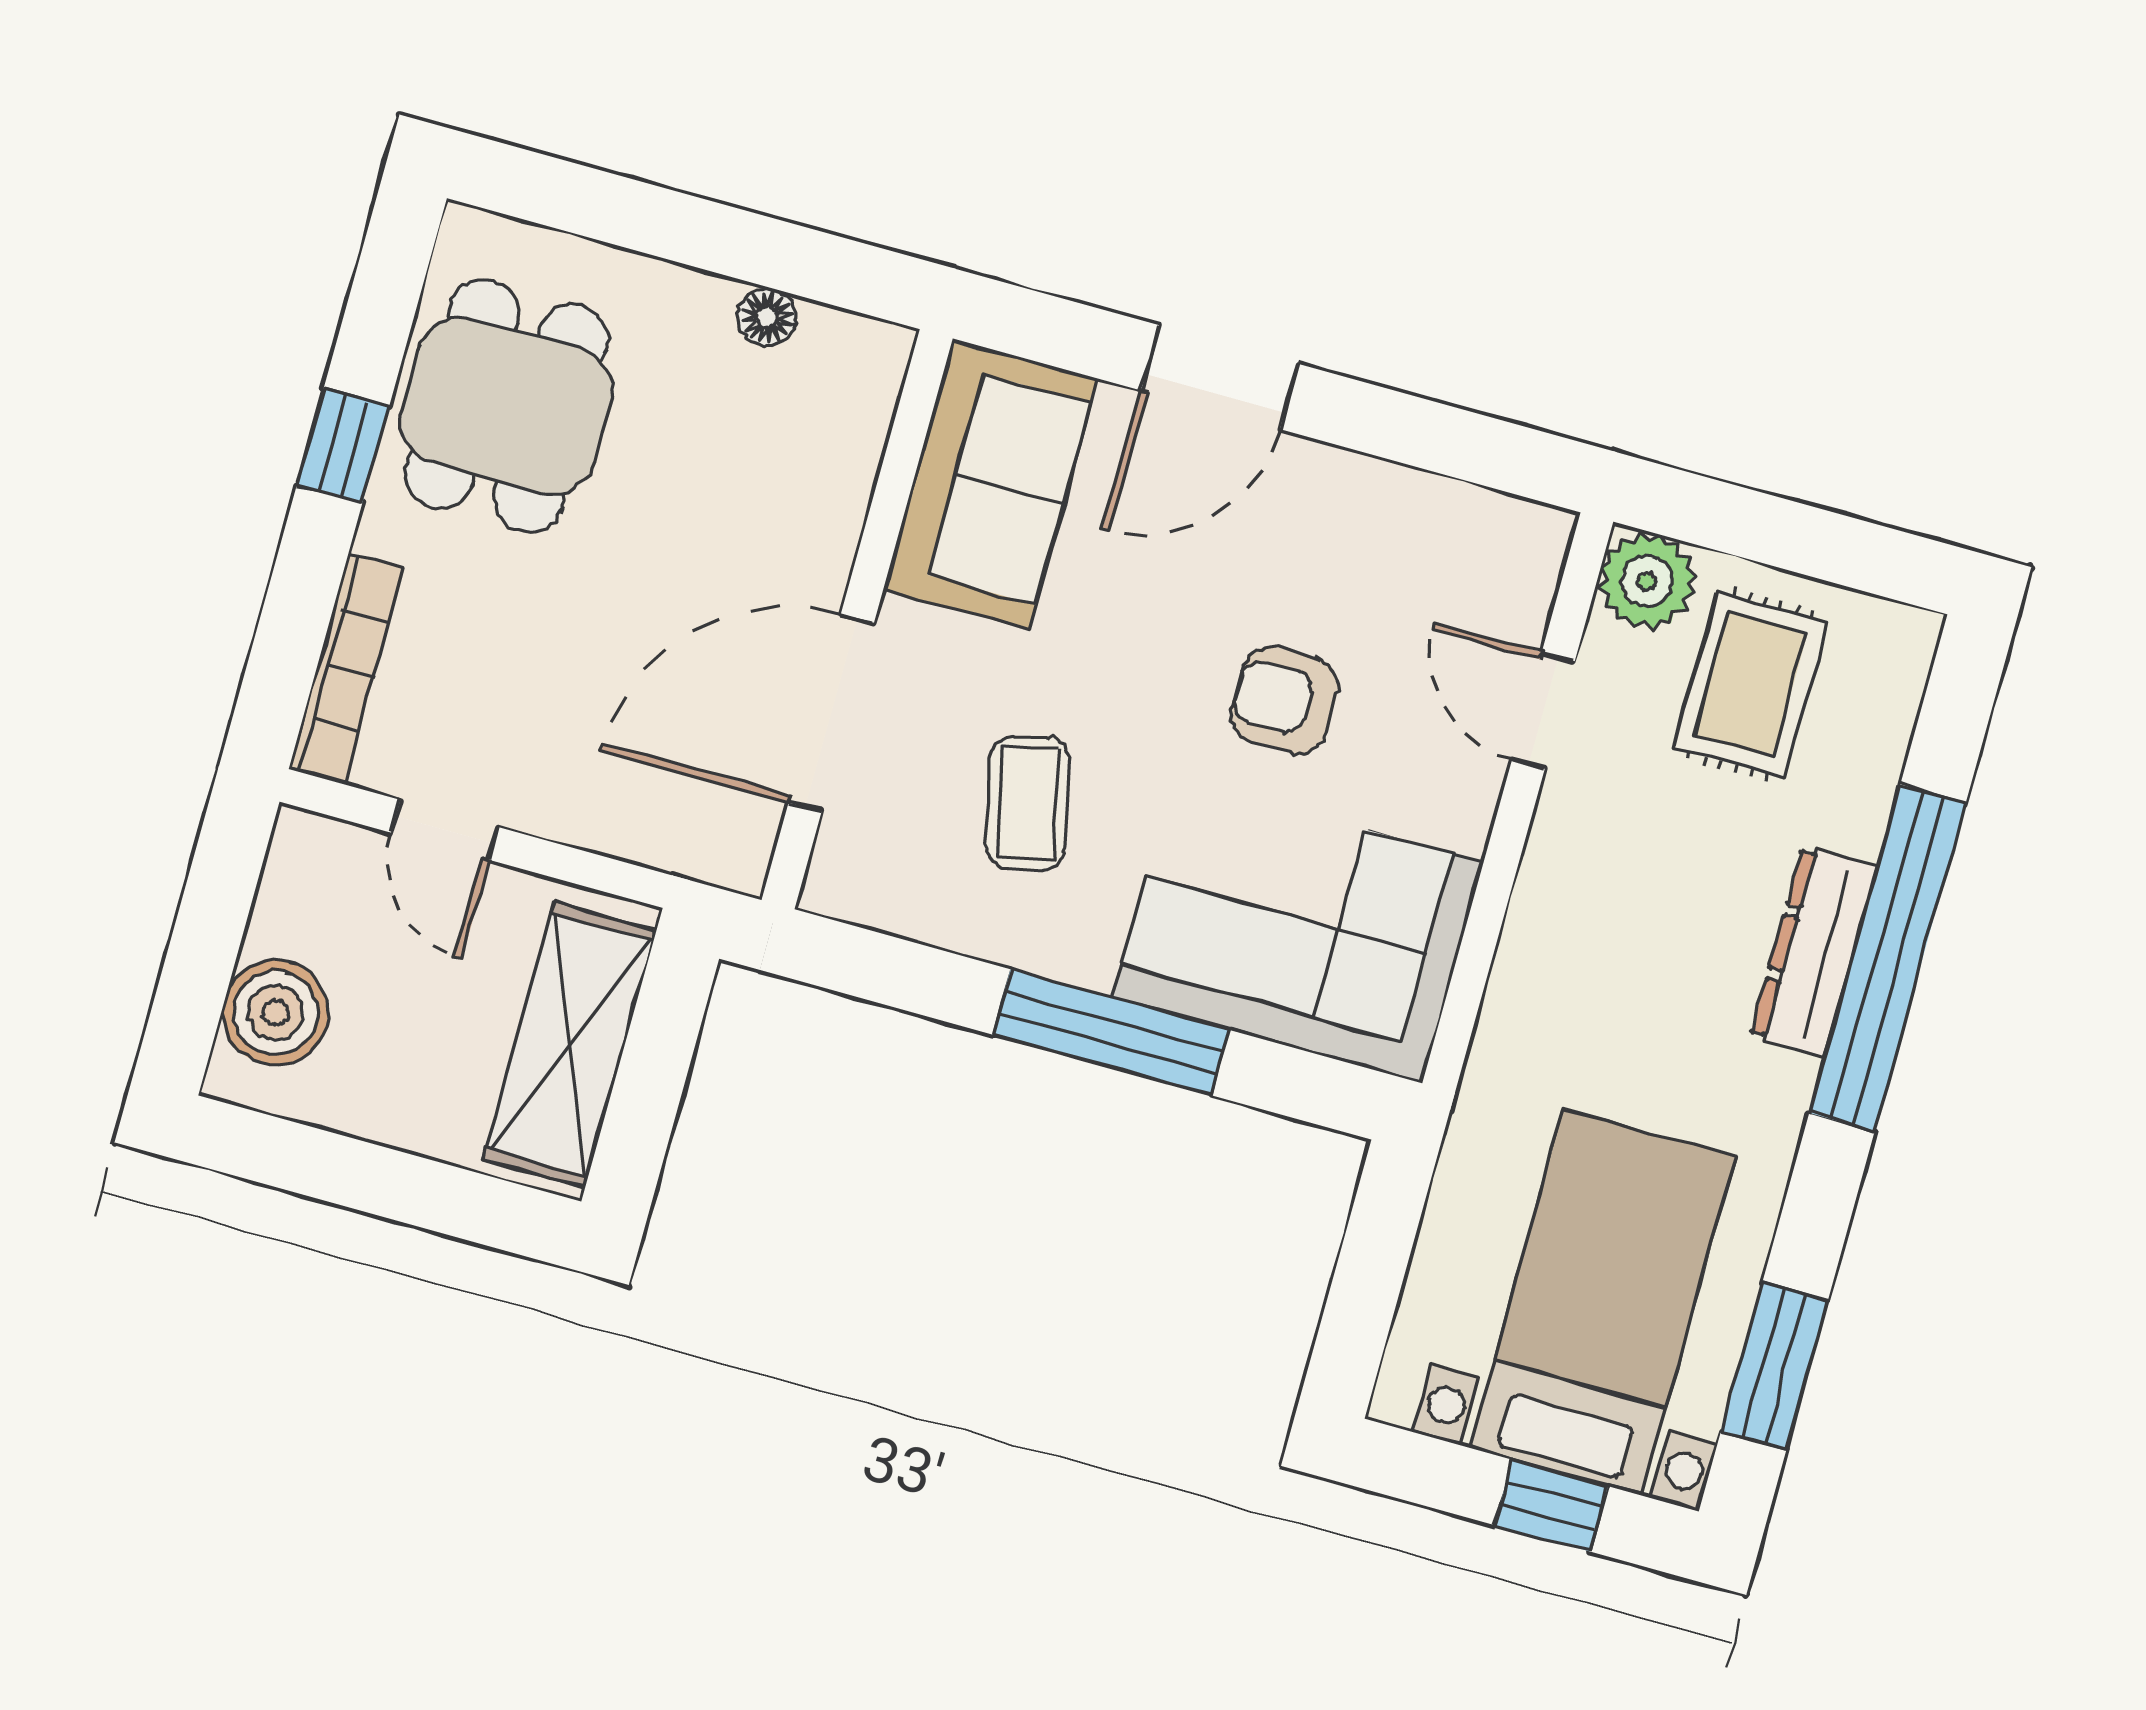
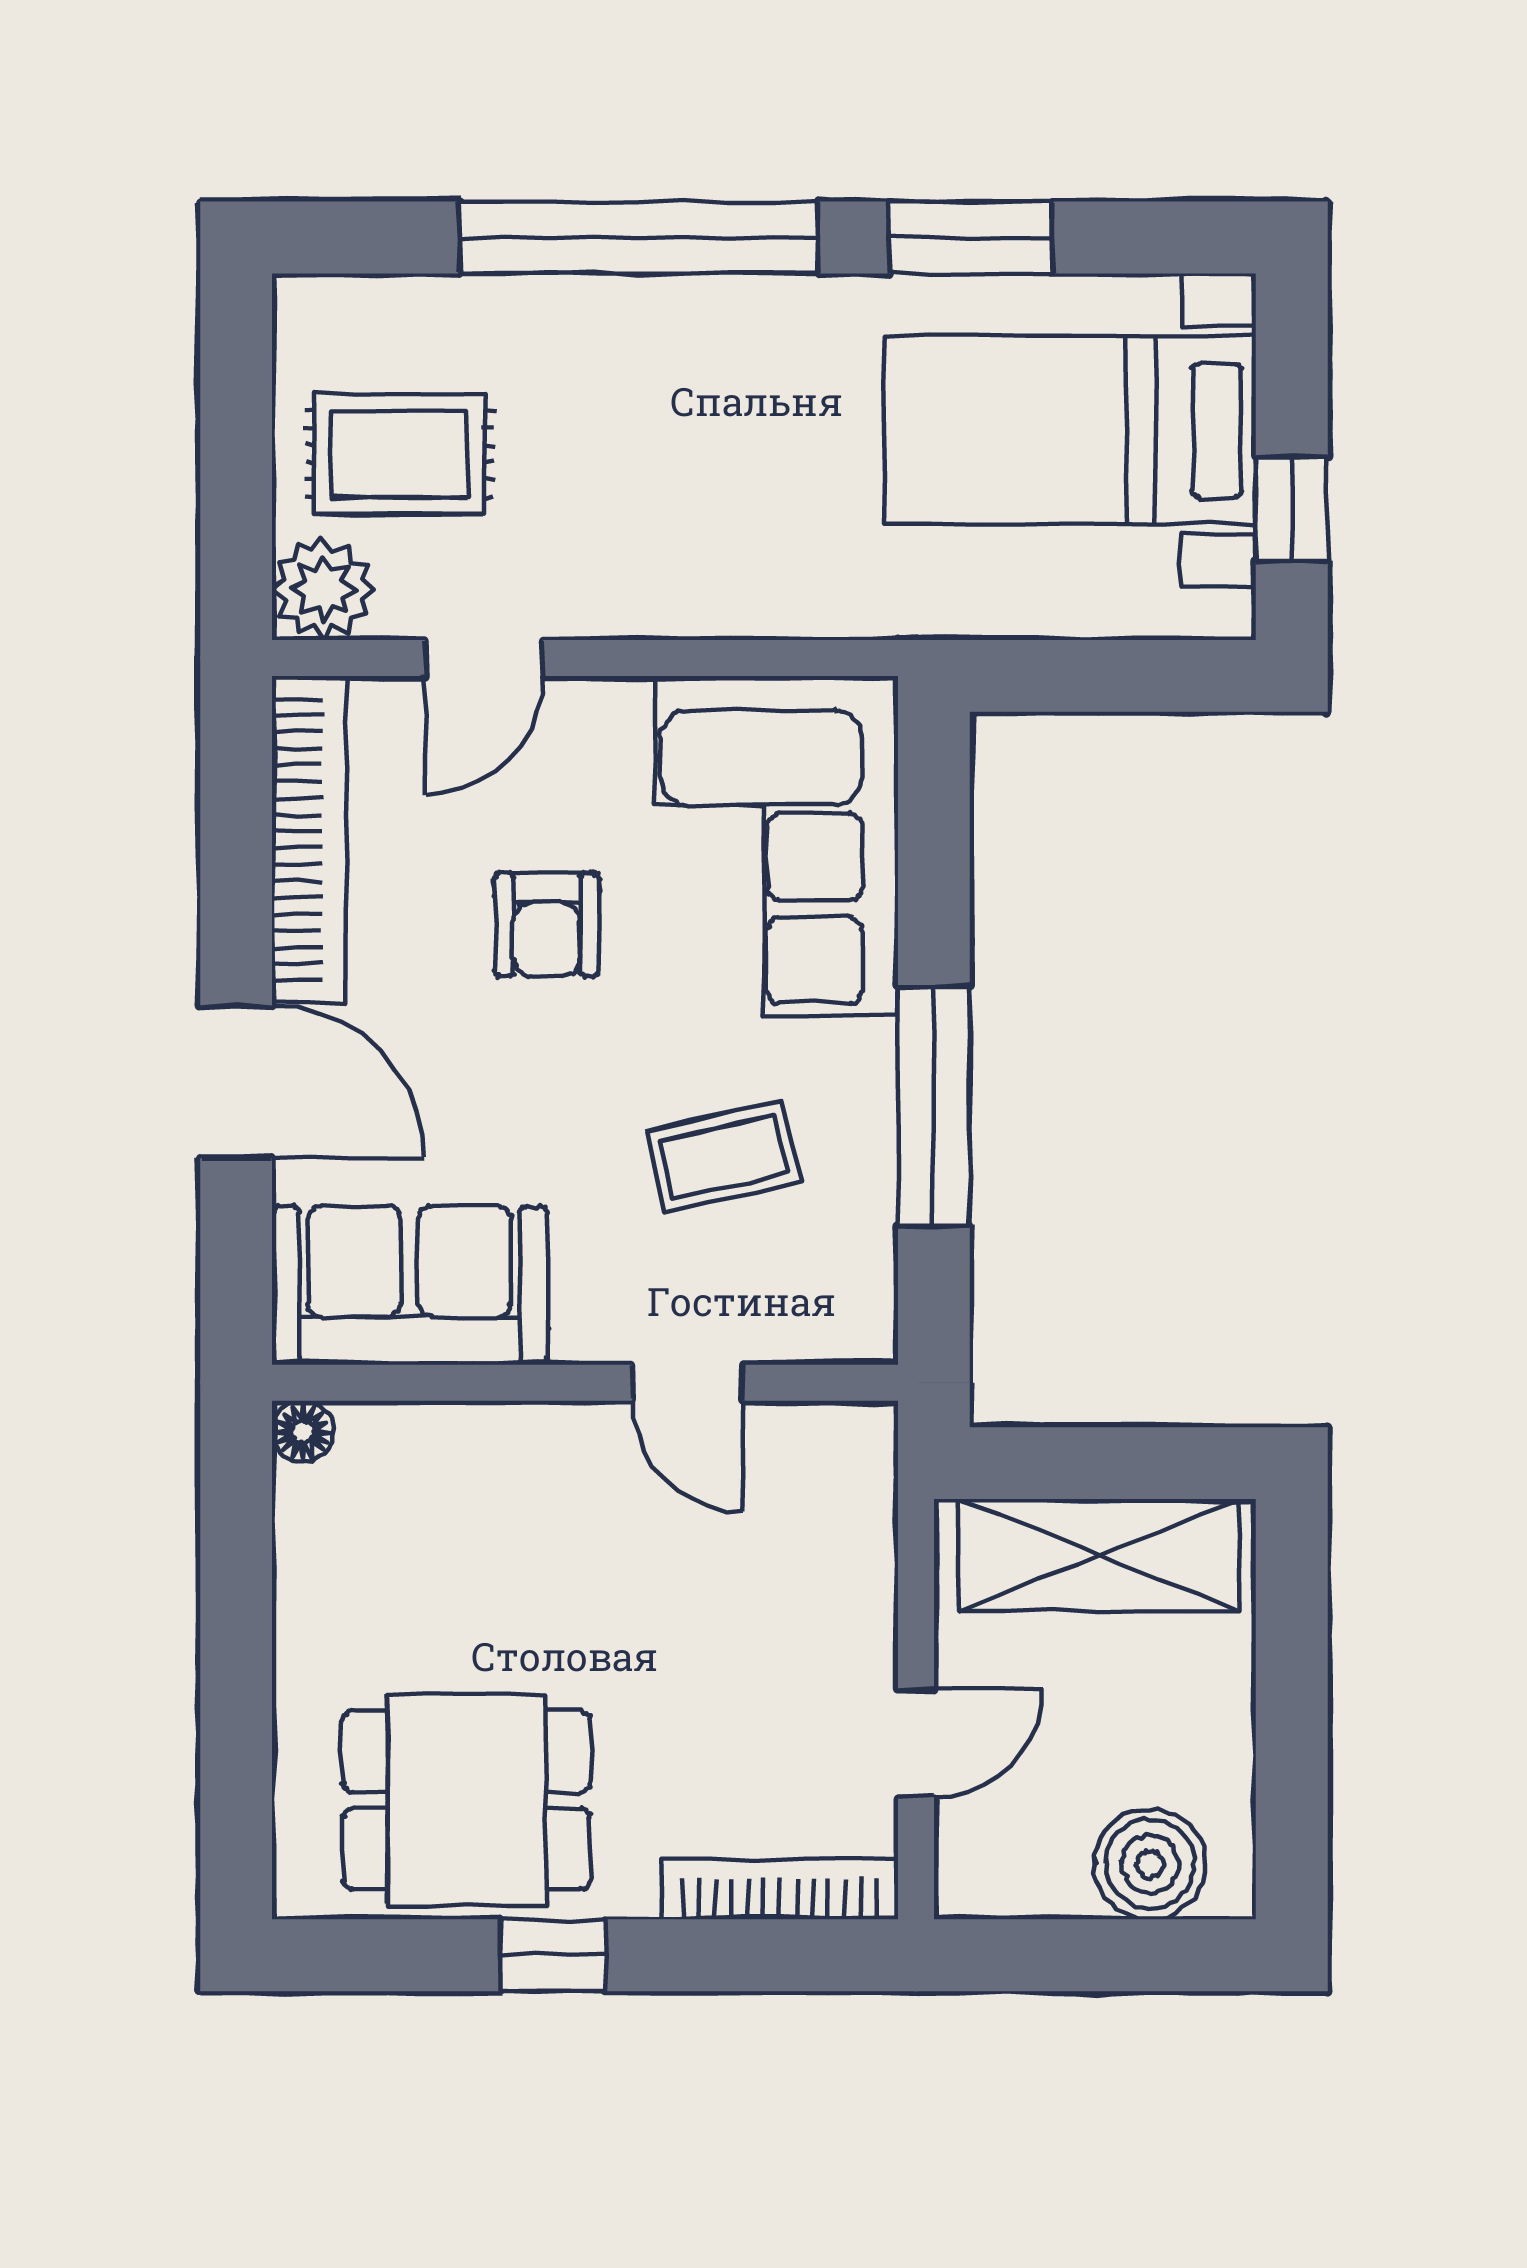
floor lamp: (767, 317) -> (303, 1431), moved
bookcase: (1422, 505) -> (309, 839), added
door: (831, 713) -> (687, 1383), width x0.53
dresser: (1814, 952) -> (653, 314), removed
window: (1111, 1032) -> (934, 1106), moved
window: (1774, 1366) -> (971, 238), moved
window: (1551, 1506) -> (1292, 509), moved

